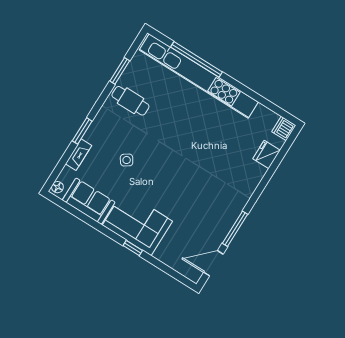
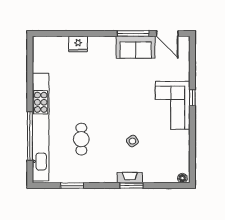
cafe table: (130, 101) -> (81, 139), moved
dishwasher: (284, 129) -> (40, 43), removed
fridge: (267, 154) -> (78, 44), moved
fireplace: (78, 155) -> (130, 178), moved
sofa: (89, 201) -> (136, 47), moved, turned -90

